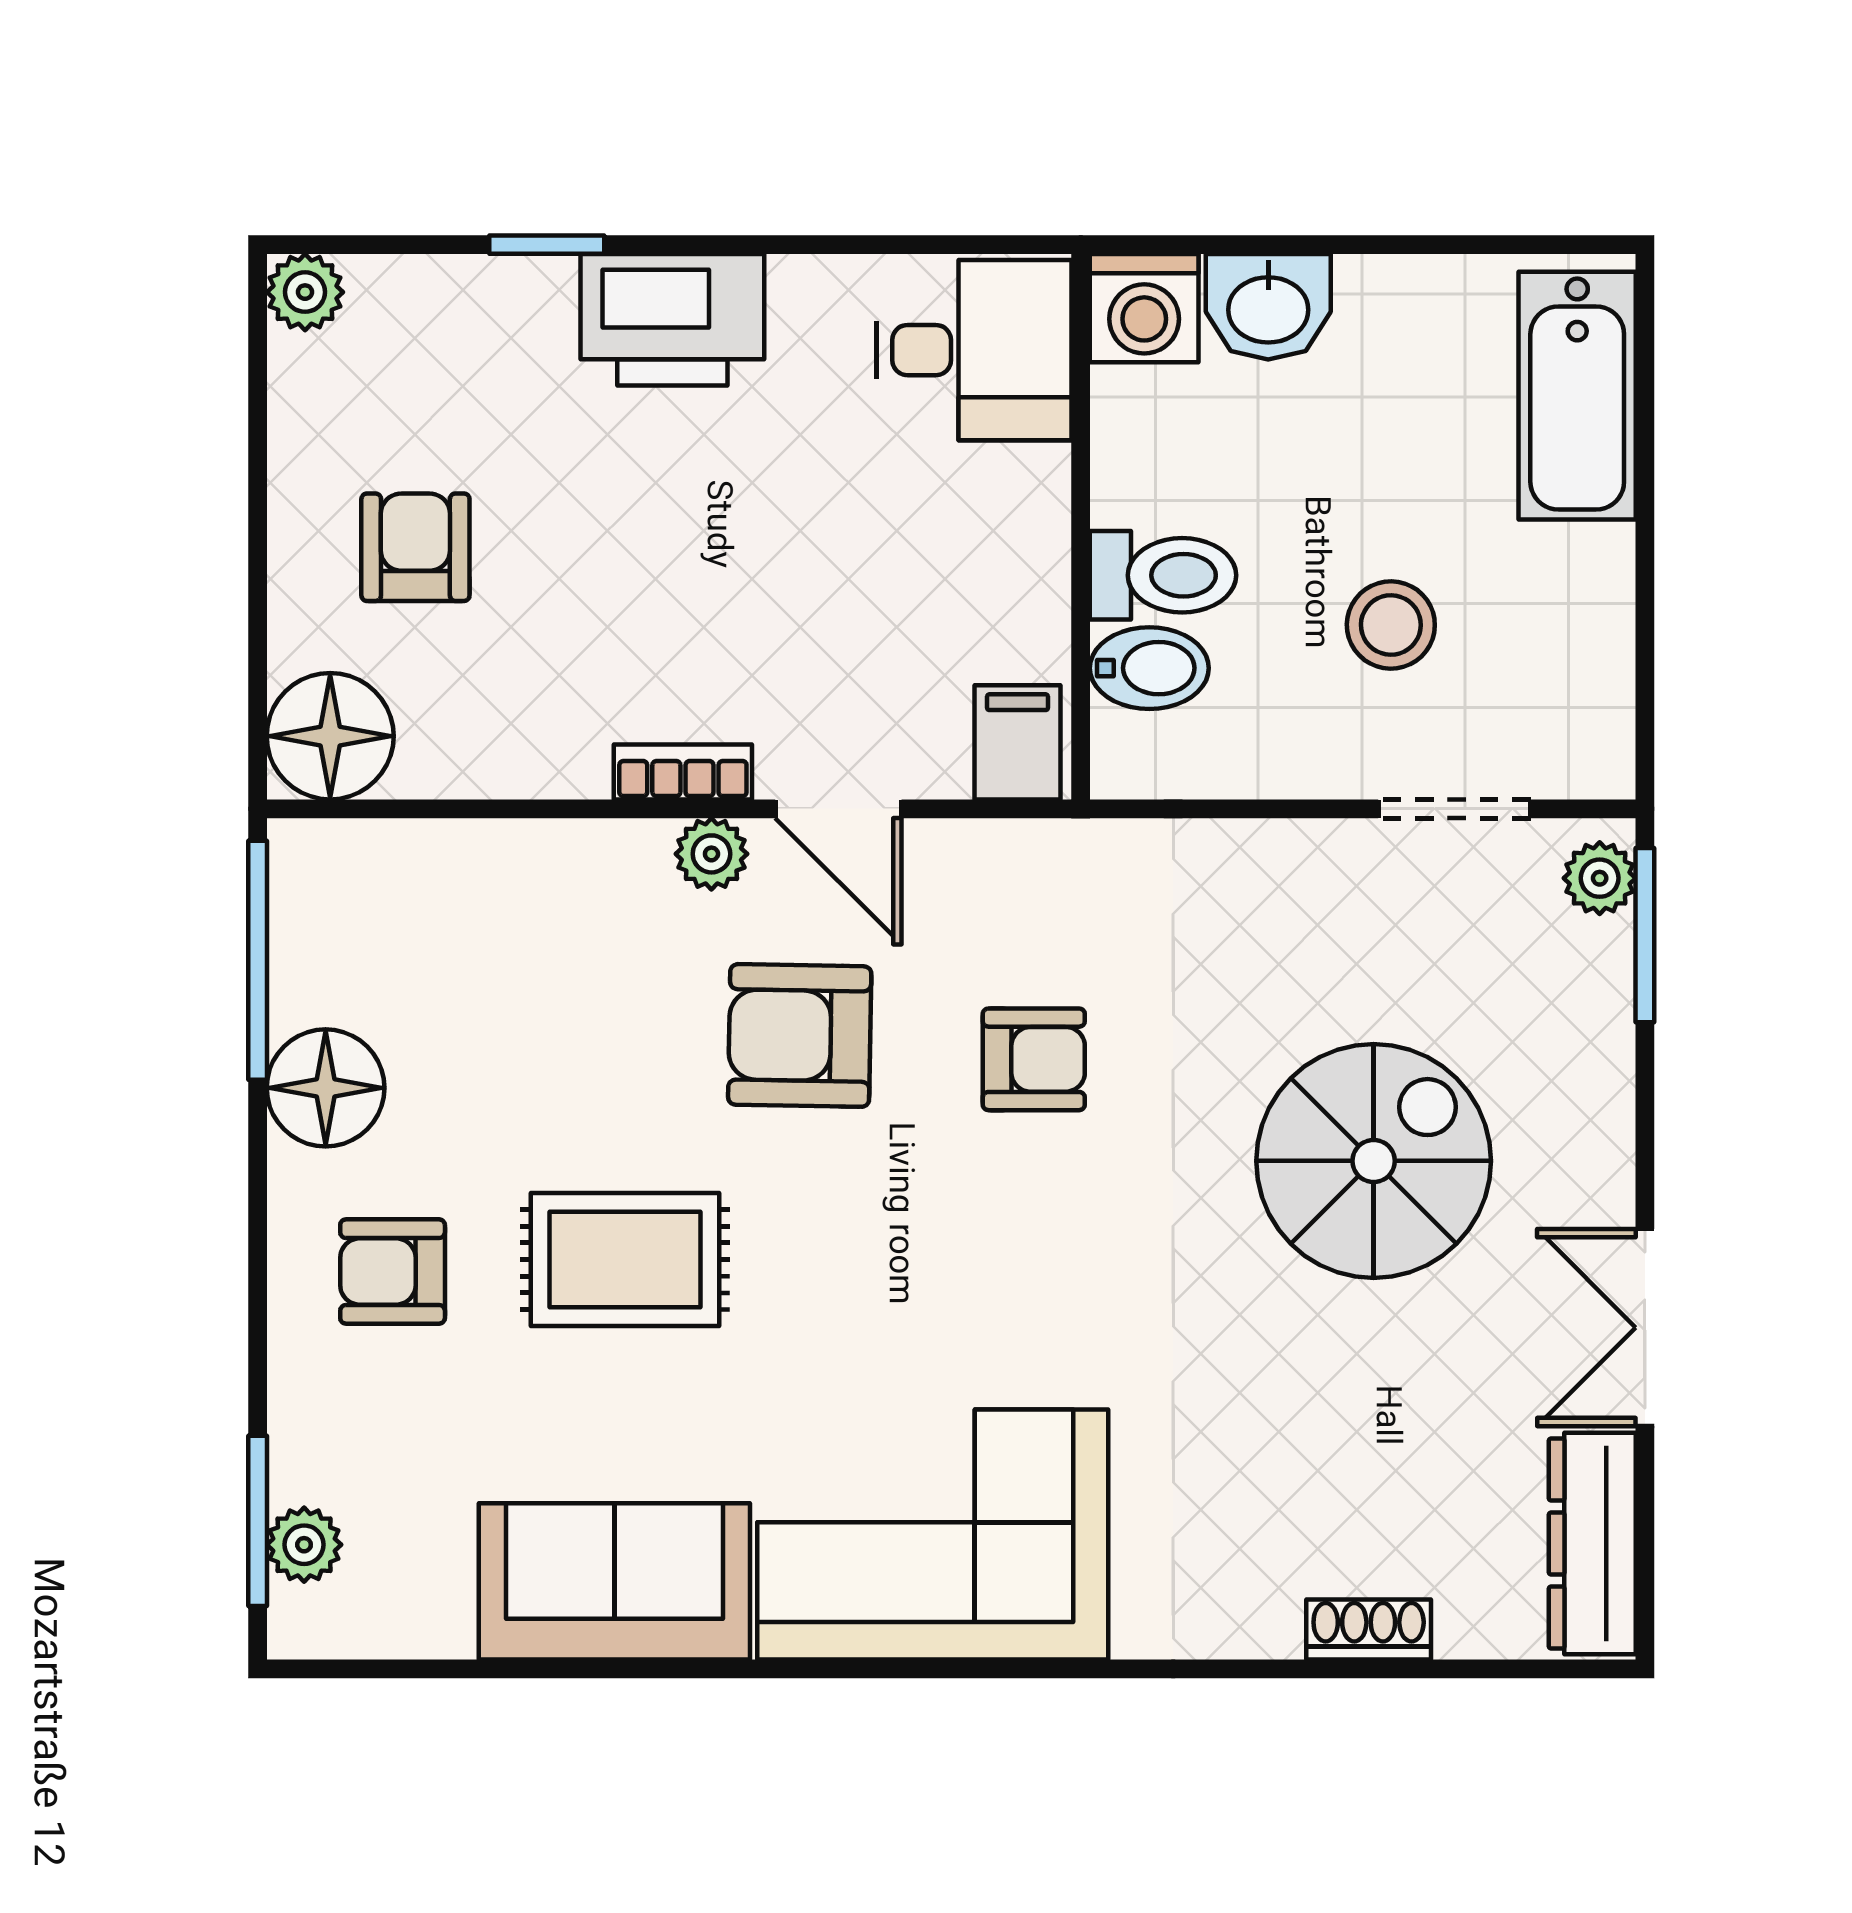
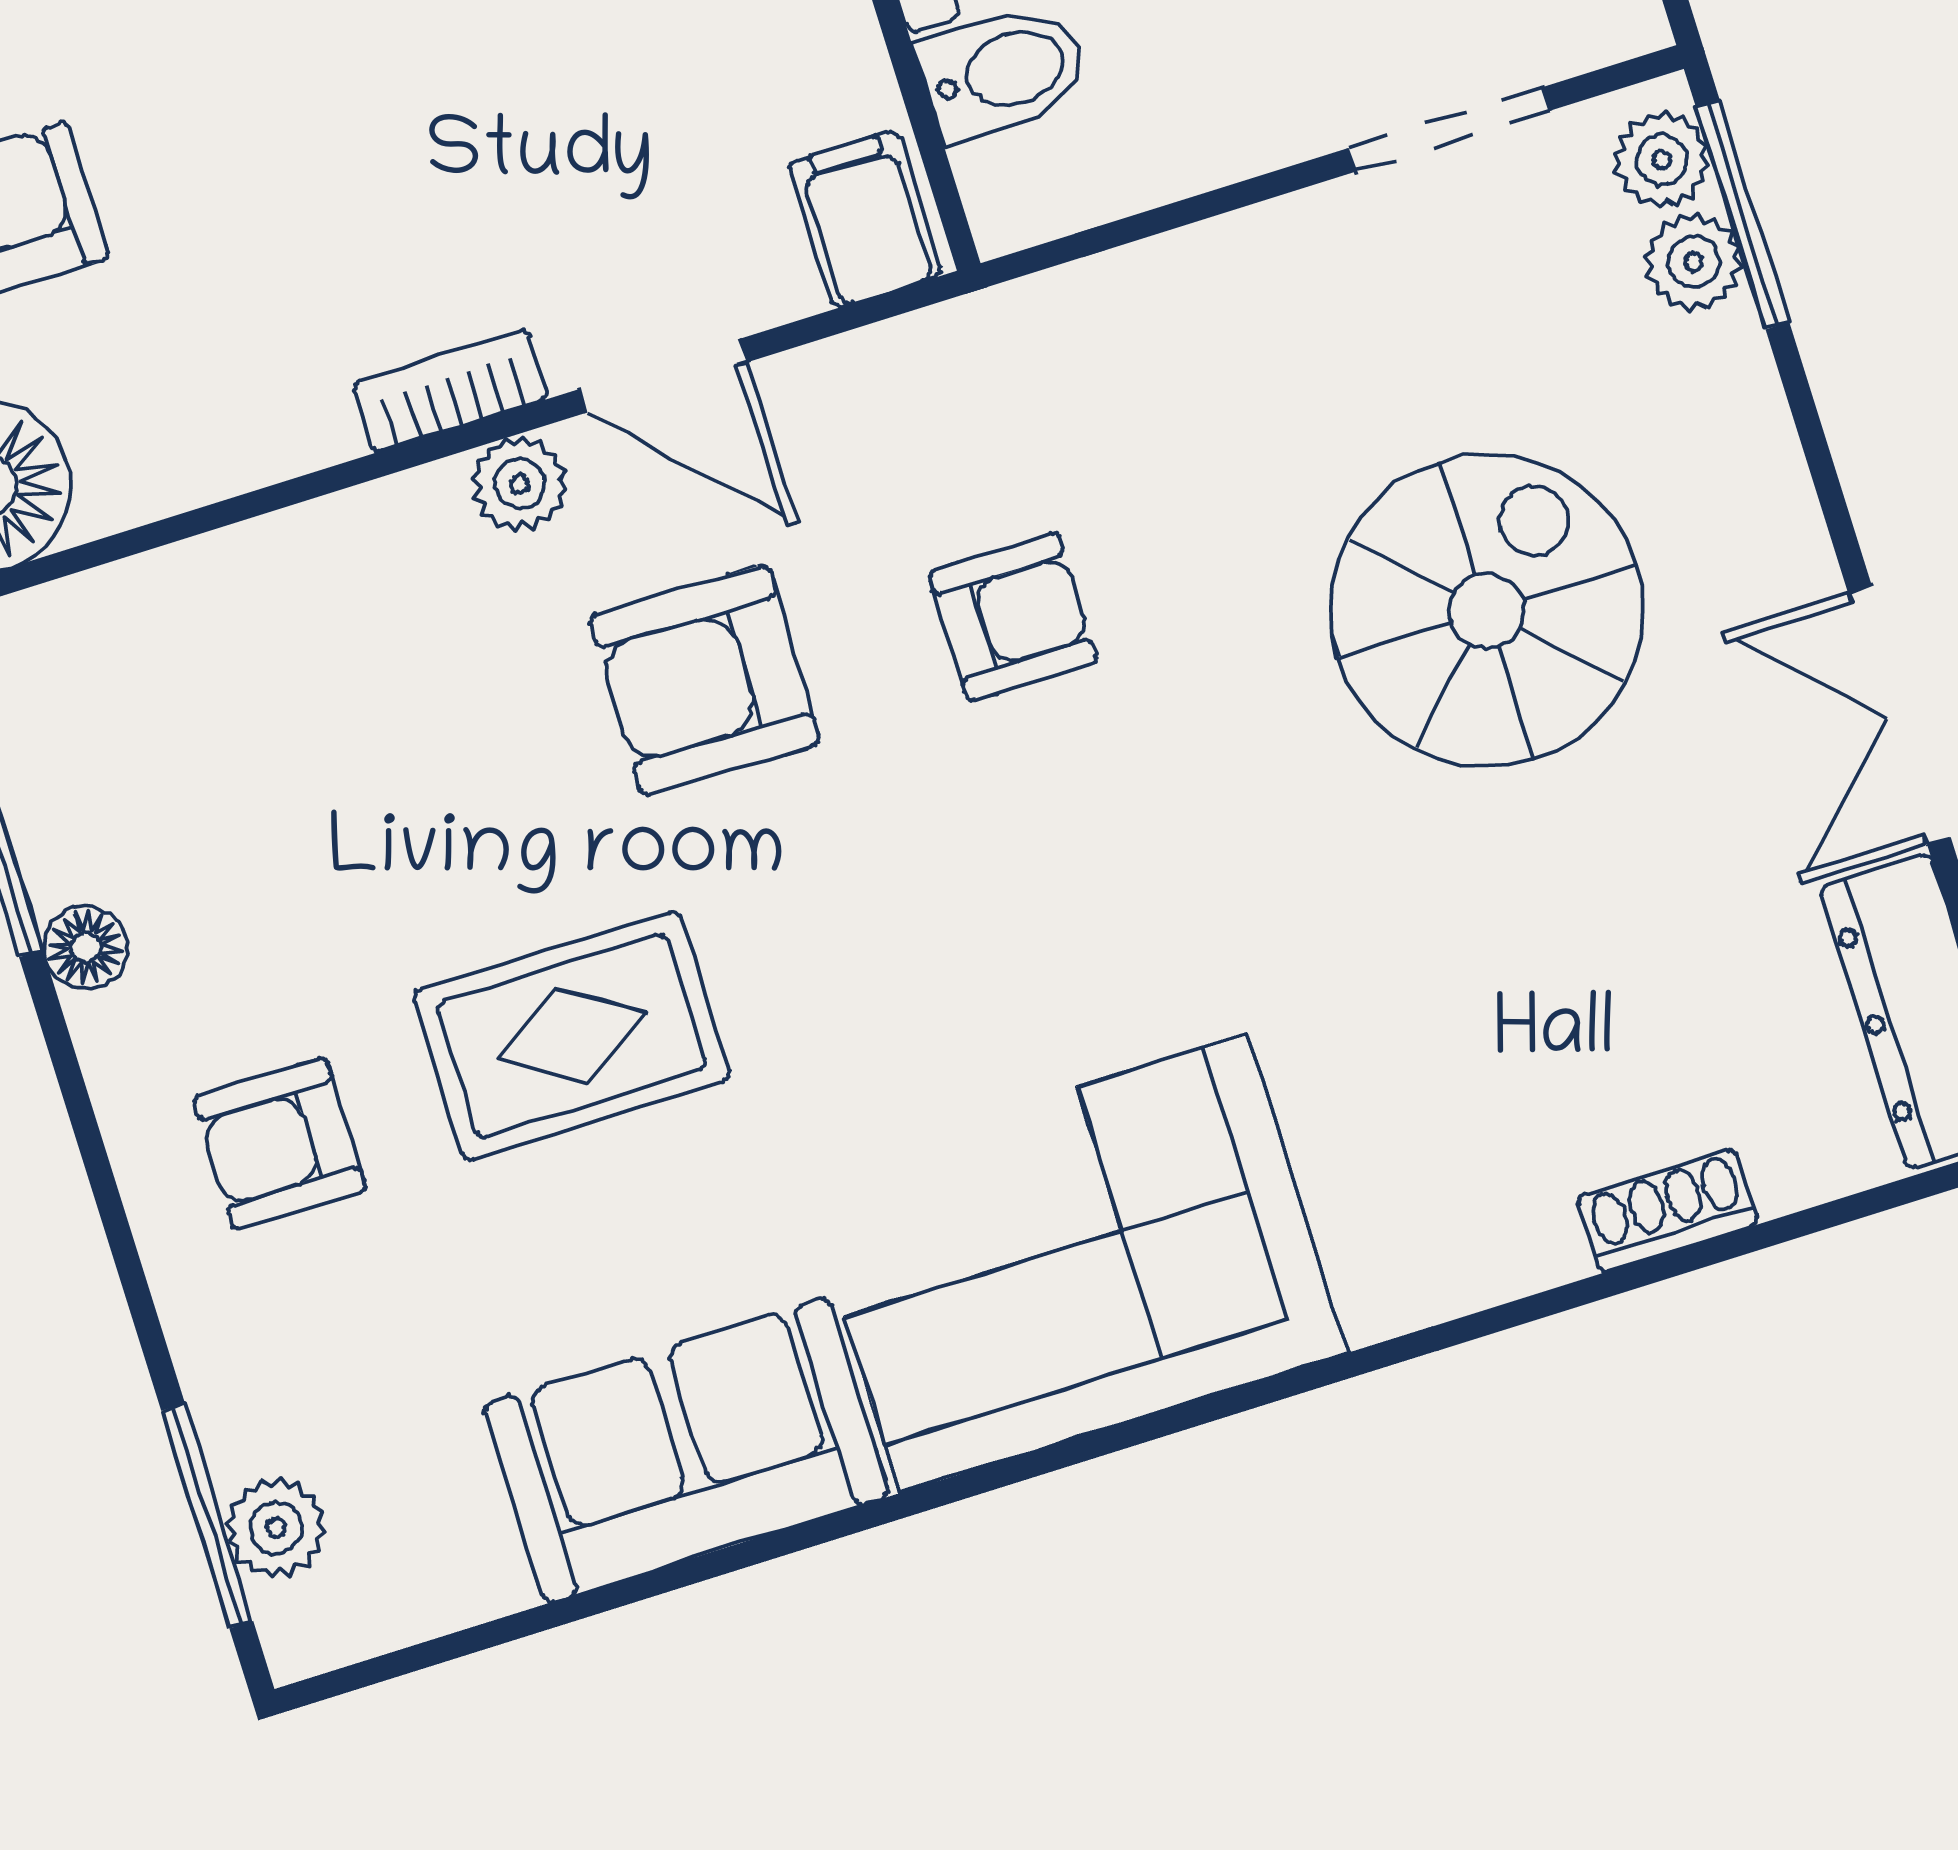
plant: (1599, 958) -> (1693, 262), added
floor lamp: (326, 1088) -> (86, 948), width x0.53, depth x0.53

